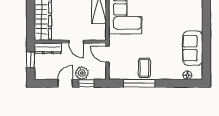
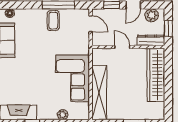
door: (107, 54) -> (91, 24), moved
plant: (82, 73) -> (152, 15), moved

